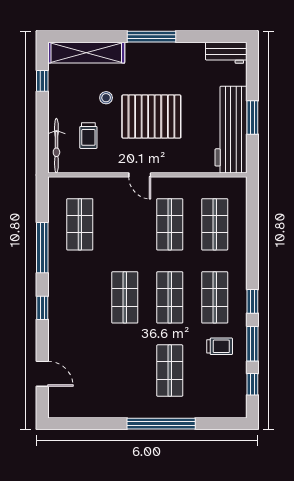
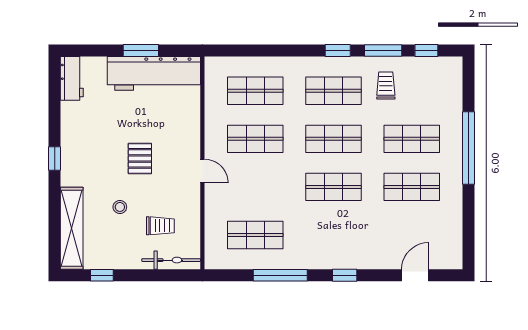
window: (151, 37) -> (55, 158), width x0.46
pallet: (151, 117) -> (140, 158), width x0.49, depth x0.50
door: (140, 175) -> (202, 171), hinge flipped
shop shelf: (125, 371) -> (412, 187), added

